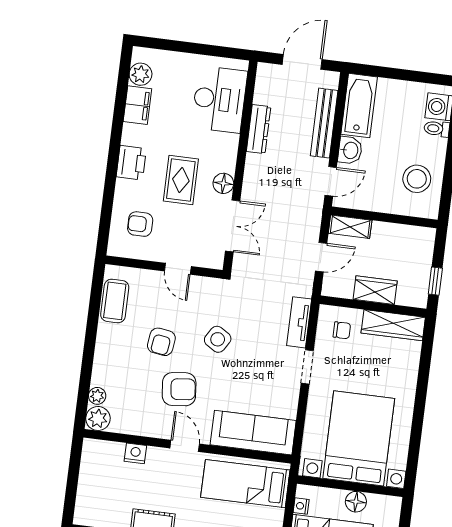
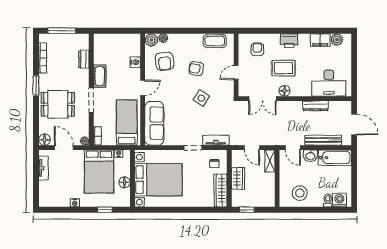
armchair: (179, 389) -> (165, 61), moved

